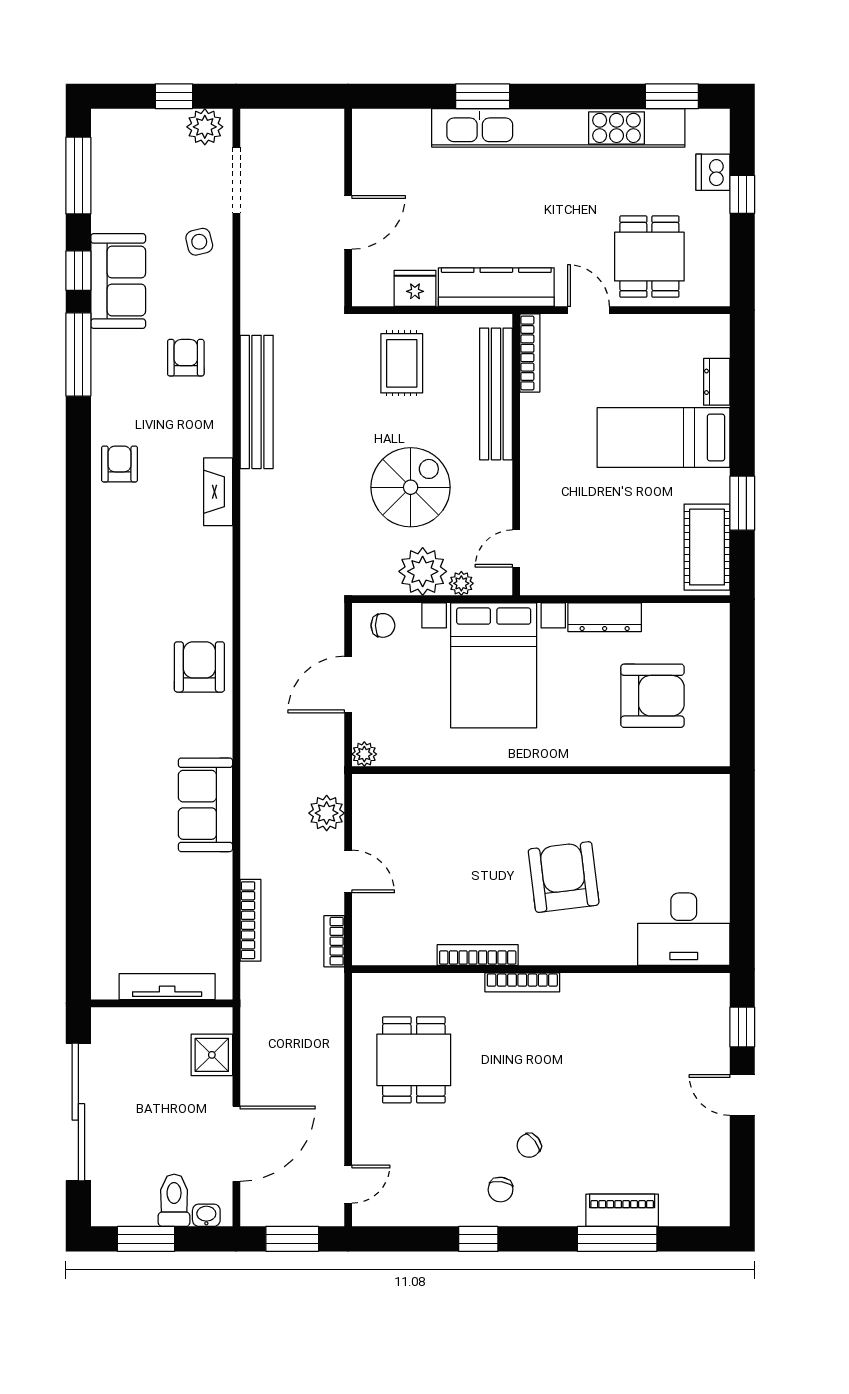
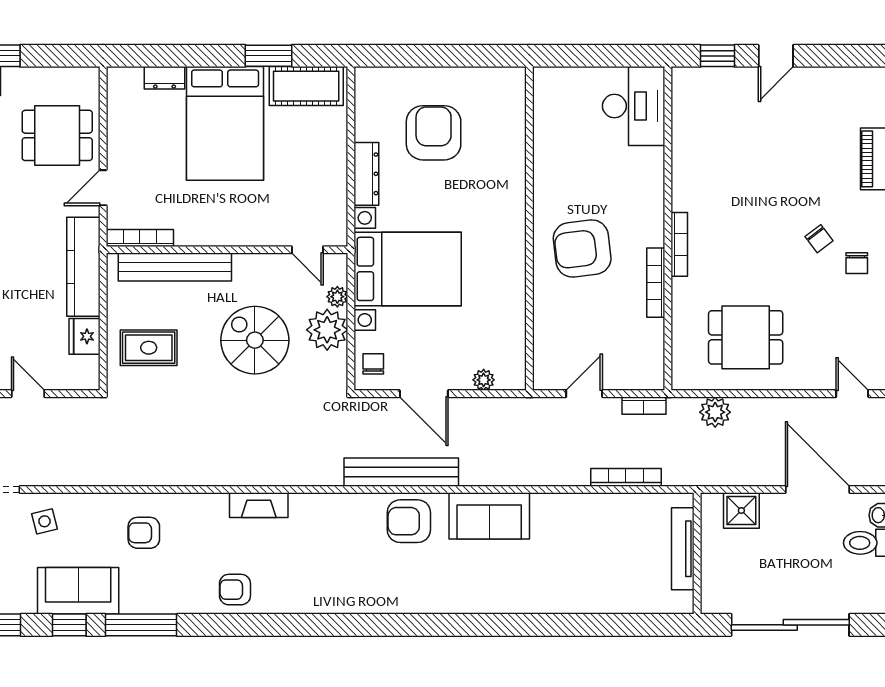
door: (348, 222) -> (28, 394), width x0.73
bench: (257, 402) -> (401, 472), moved
bed: (663, 438) -> (225, 123), width x1.50
wall: (541, 770) -> (529, 228), moved
sofa: (205, 805) -> (489, 516), moved
plant: (327, 813) -> (715, 412), moved
armchair: (564, 877) -> (582, 248), moved
chair: (501, 1190) -> (857, 263), turned 82

